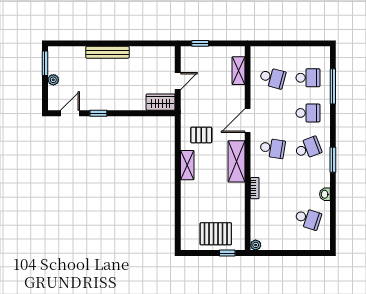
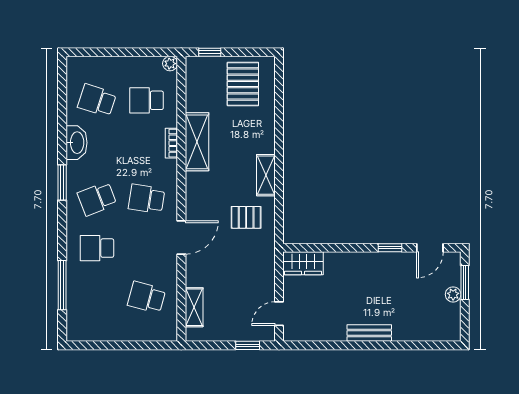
bench: (107, 52) -> (369, 333), width x0.73
window: (45, 63) -> (465, 282), moved
school desk: (308, 78) -> (147, 100), moved
door: (178, 81) -> (279, 314), moved
shelving: (236, 161) -> (197, 142), moved
washbasin: (325, 194) -> (76, 143), width x1.91, depth x1.45
pallet: (216, 234) -> (243, 84), moved, turned 90

